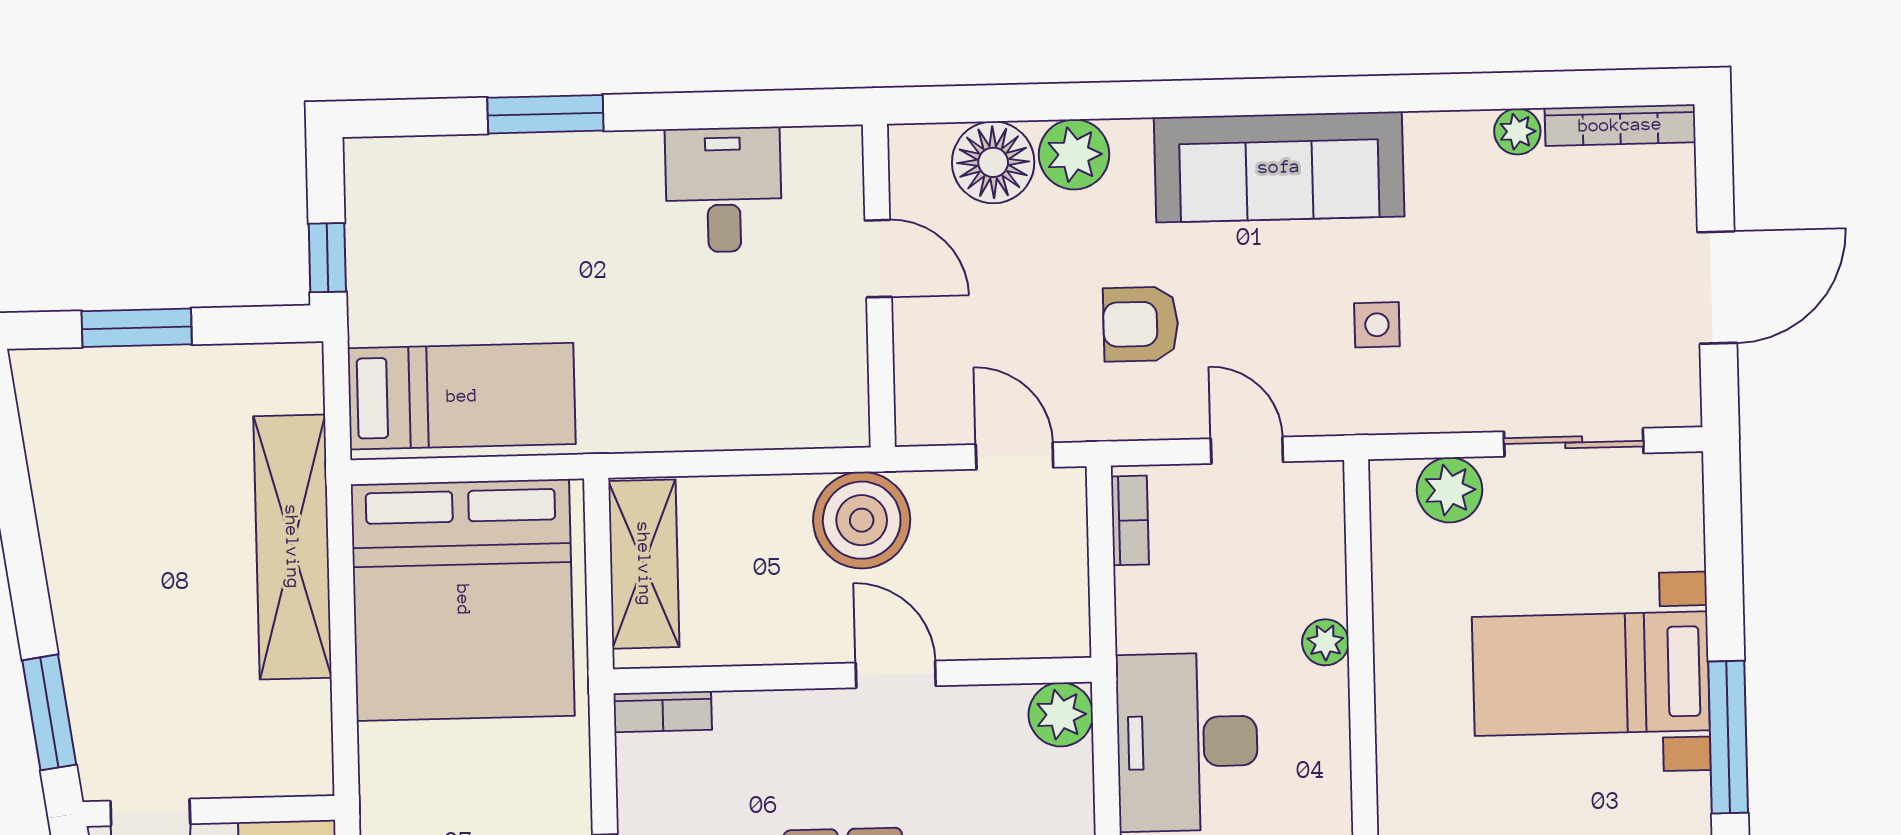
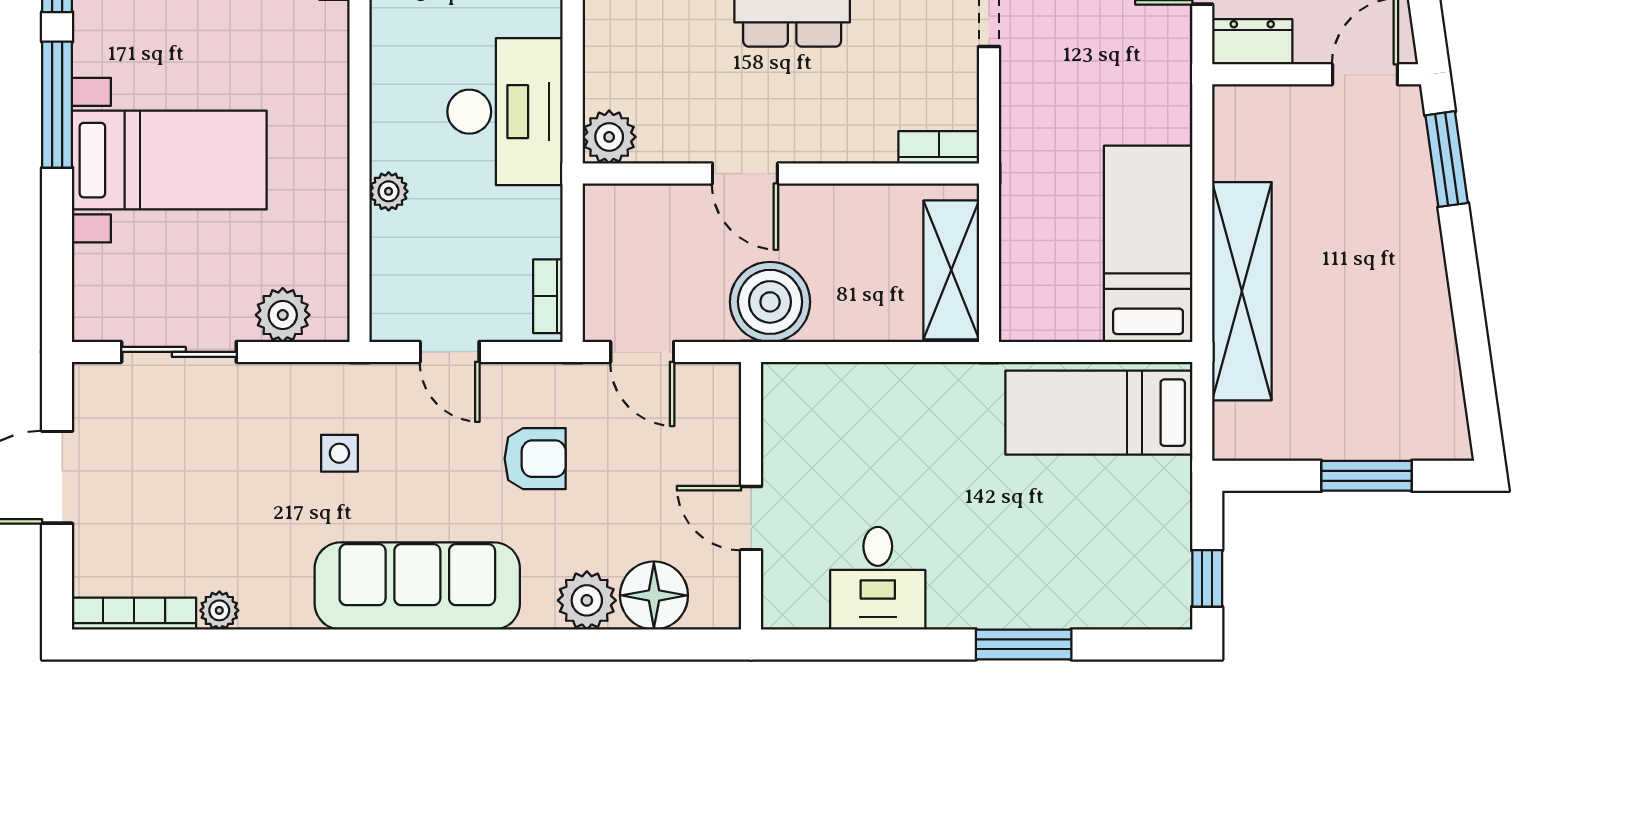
window: (327, 258) -> (1207, 578), moved
bed: (463, 600) -> (1148, 244), width x0.49

